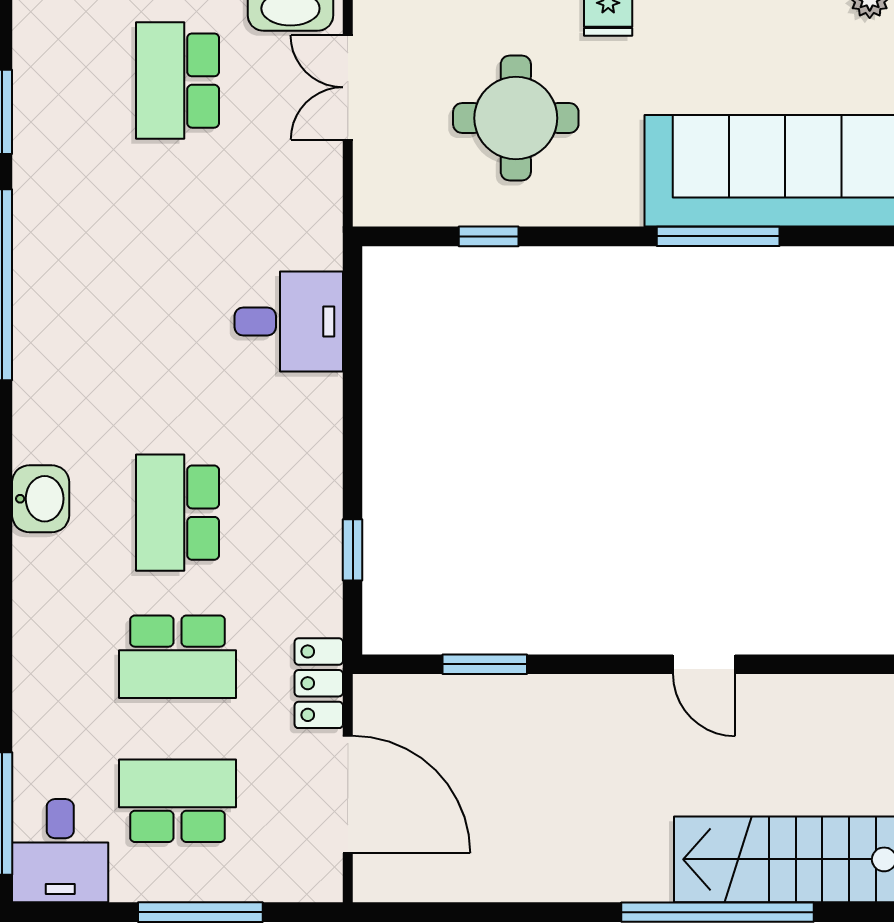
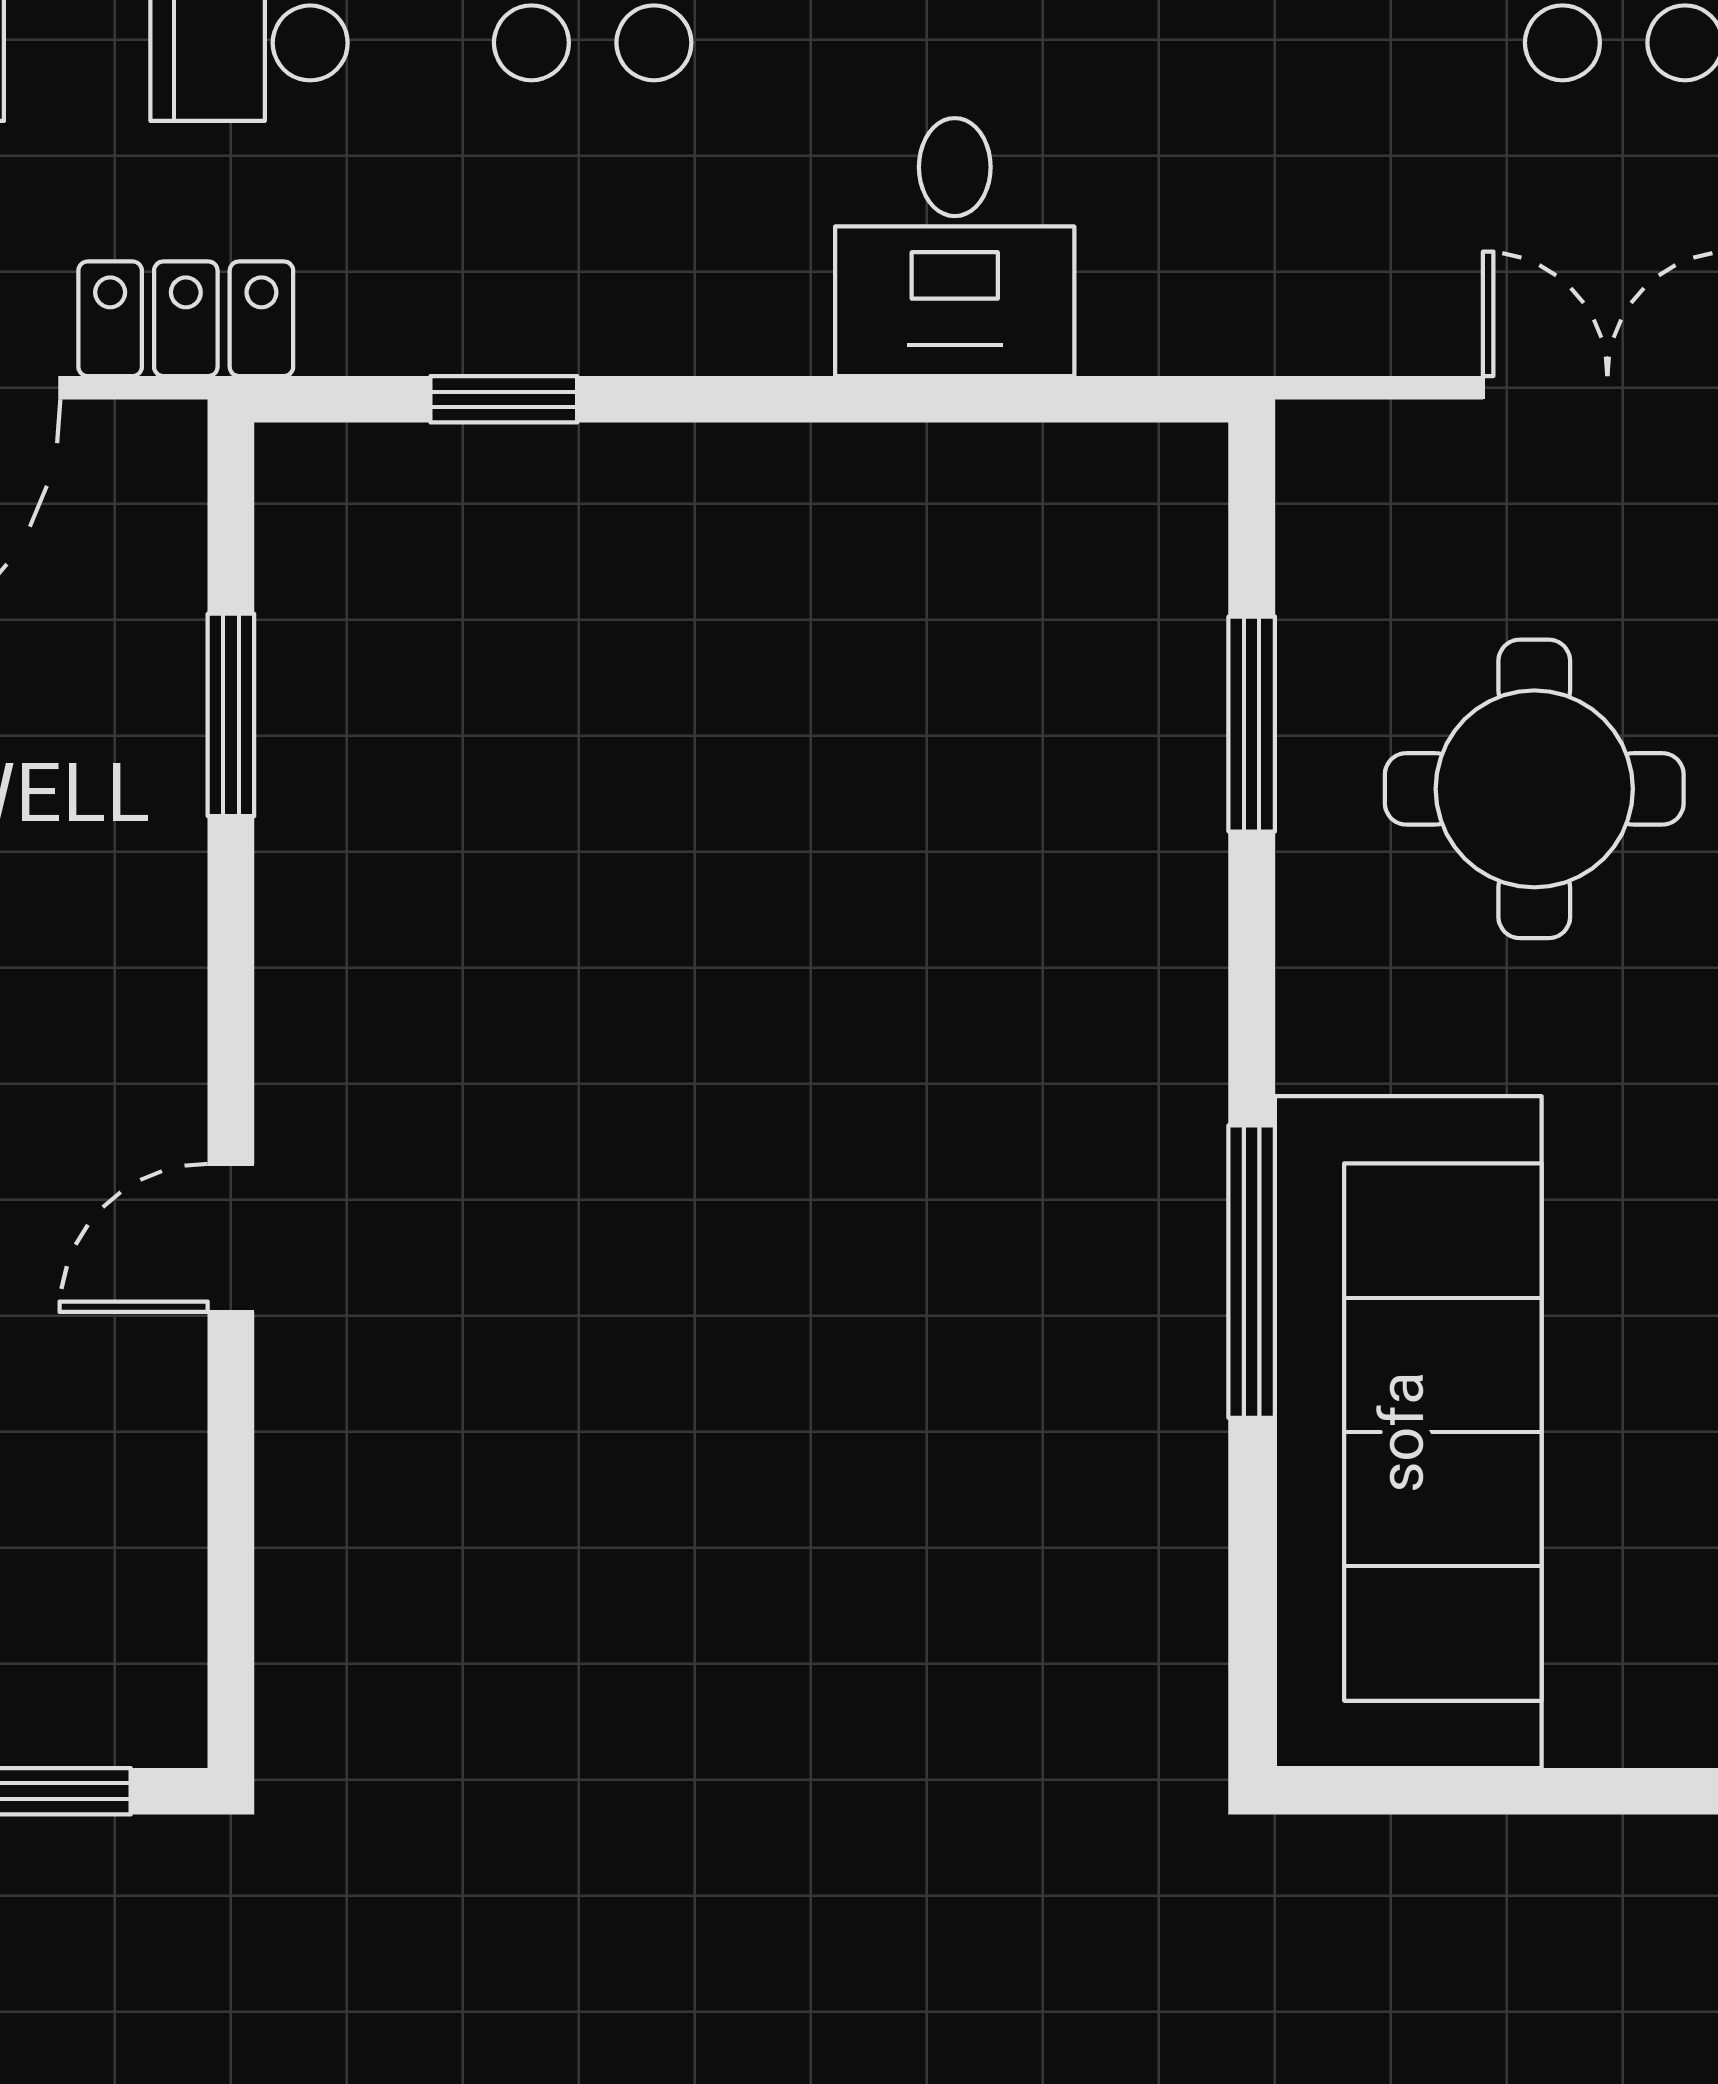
window: (489, 236) -> (1252, 724), width x1.50
desk: (289, 322) -> (955, 247), moved

